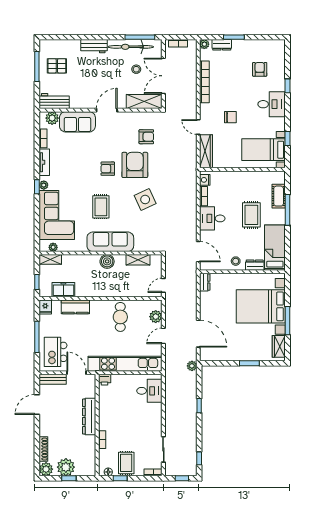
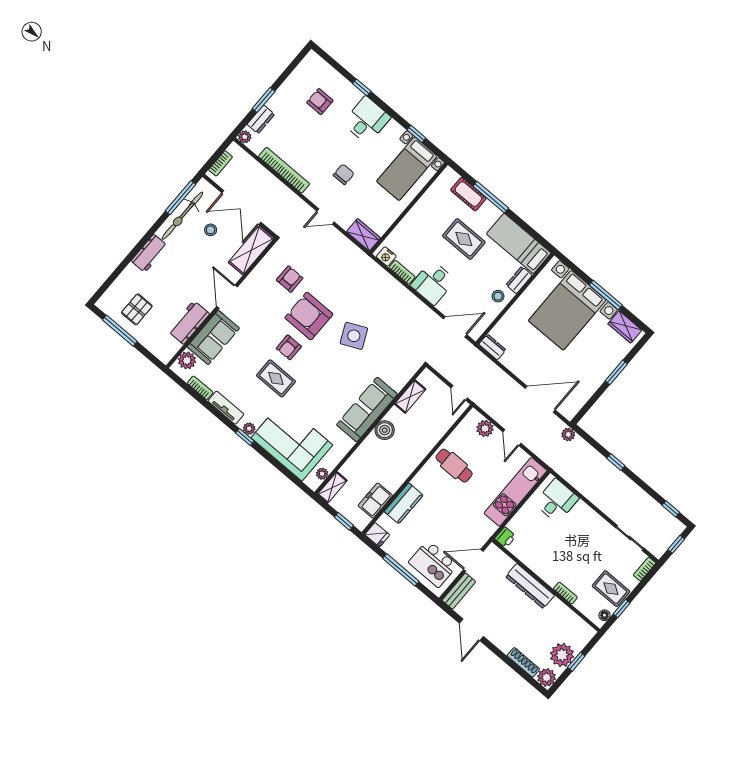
workbench: (54, 101) -> (189, 322), moved
wardrobe: (206, 151) -> (363, 235), width x0.67
rug: (101, 207) -> (276, 378), moved
kitchen unit: (125, 364) -> (516, 492), width x0.73

